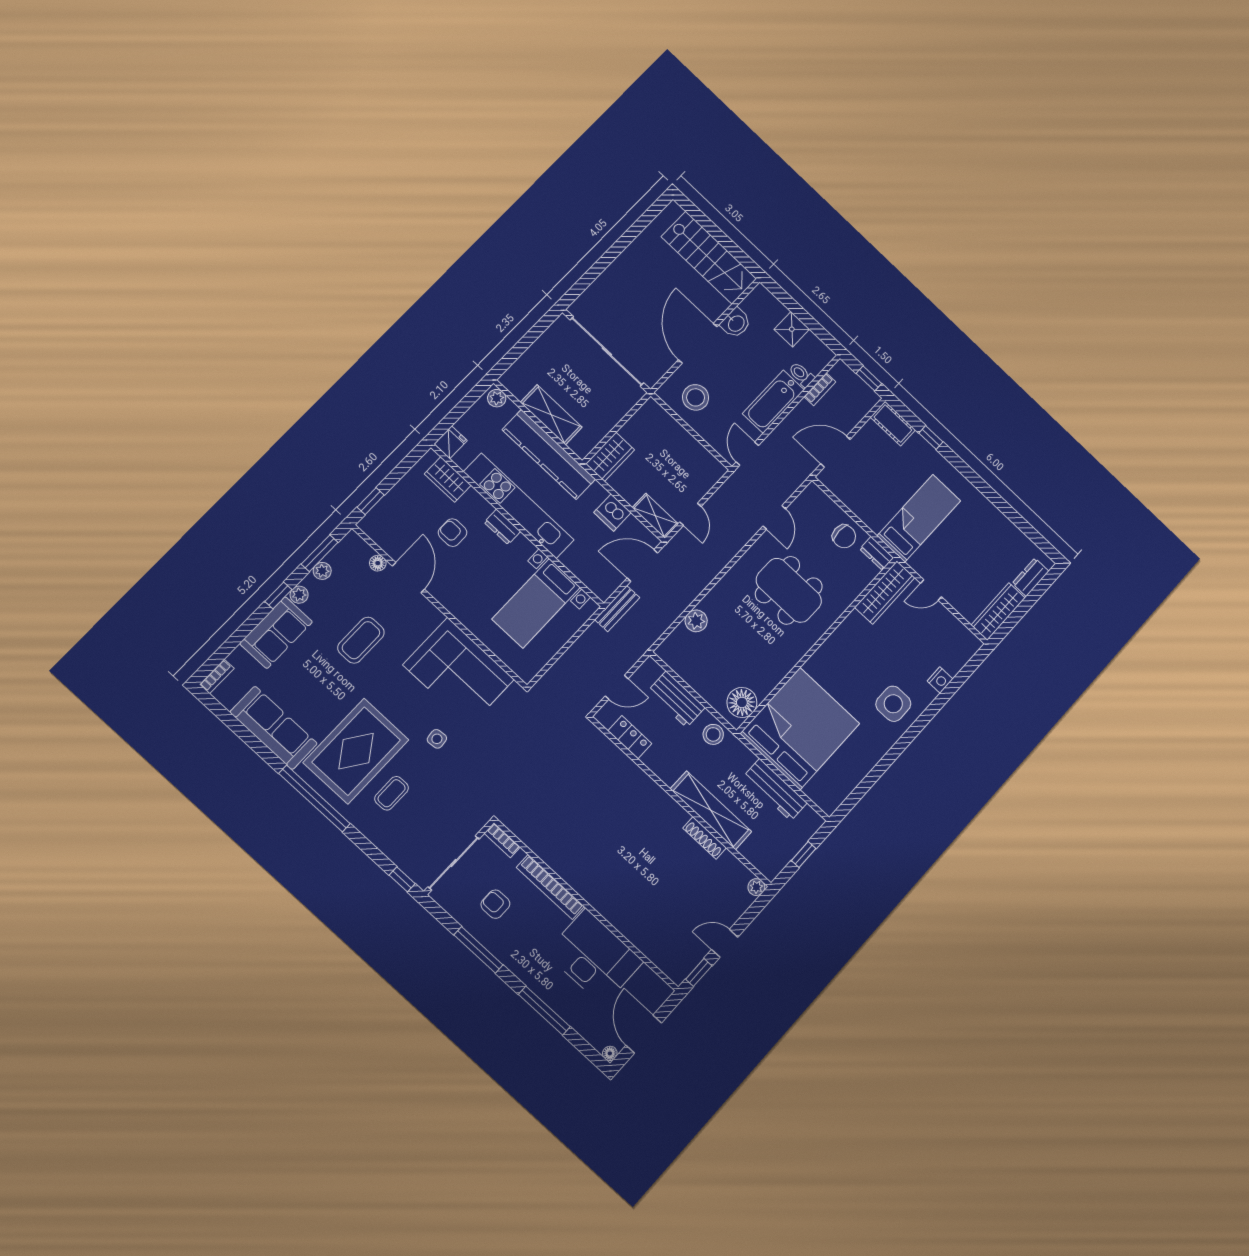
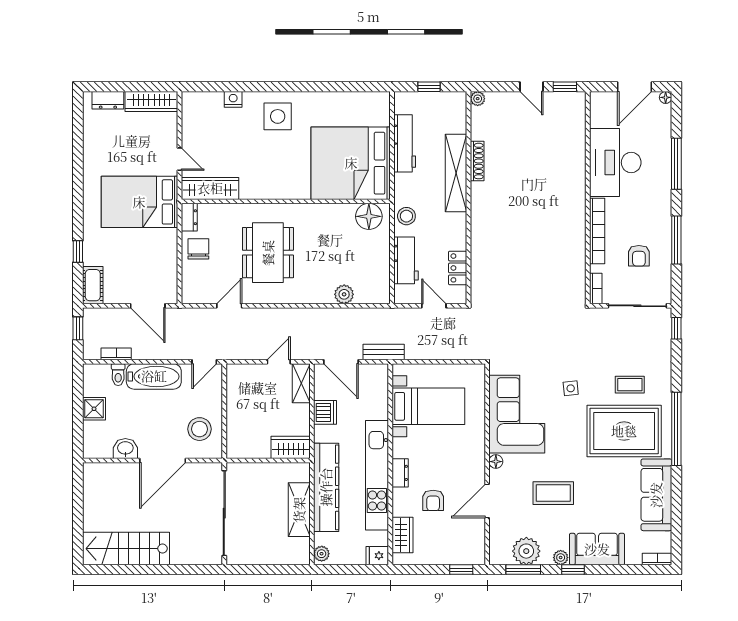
stairs: (709, 258) -> (126, 549), moved, turned -90
bed: (919, 518) -> (139, 202), width x1.50
floor lamp: (378, 563) -> (496, 462), moved
plant: (322, 571) -> (526, 551), width x1.88, depth x1.88

